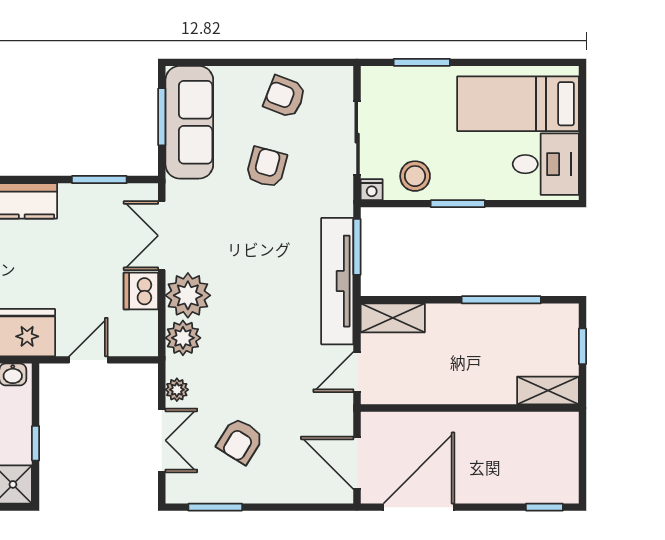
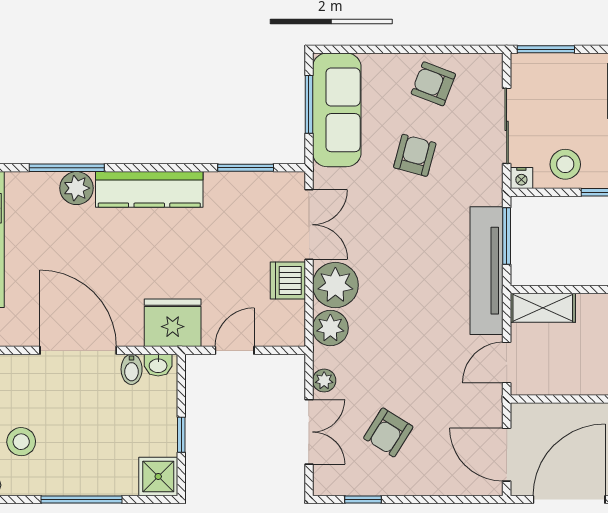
window: (422, 62) -> (546, 49), moved
double door: (162, 236) -> (309, 225), swing flipped
window: (215, 507) -> (363, 499), width x0.67

